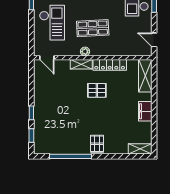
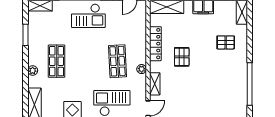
shelving: (81, 64) -> (155, 84), moved
pallet: (97, 144) -> (226, 42), moved

